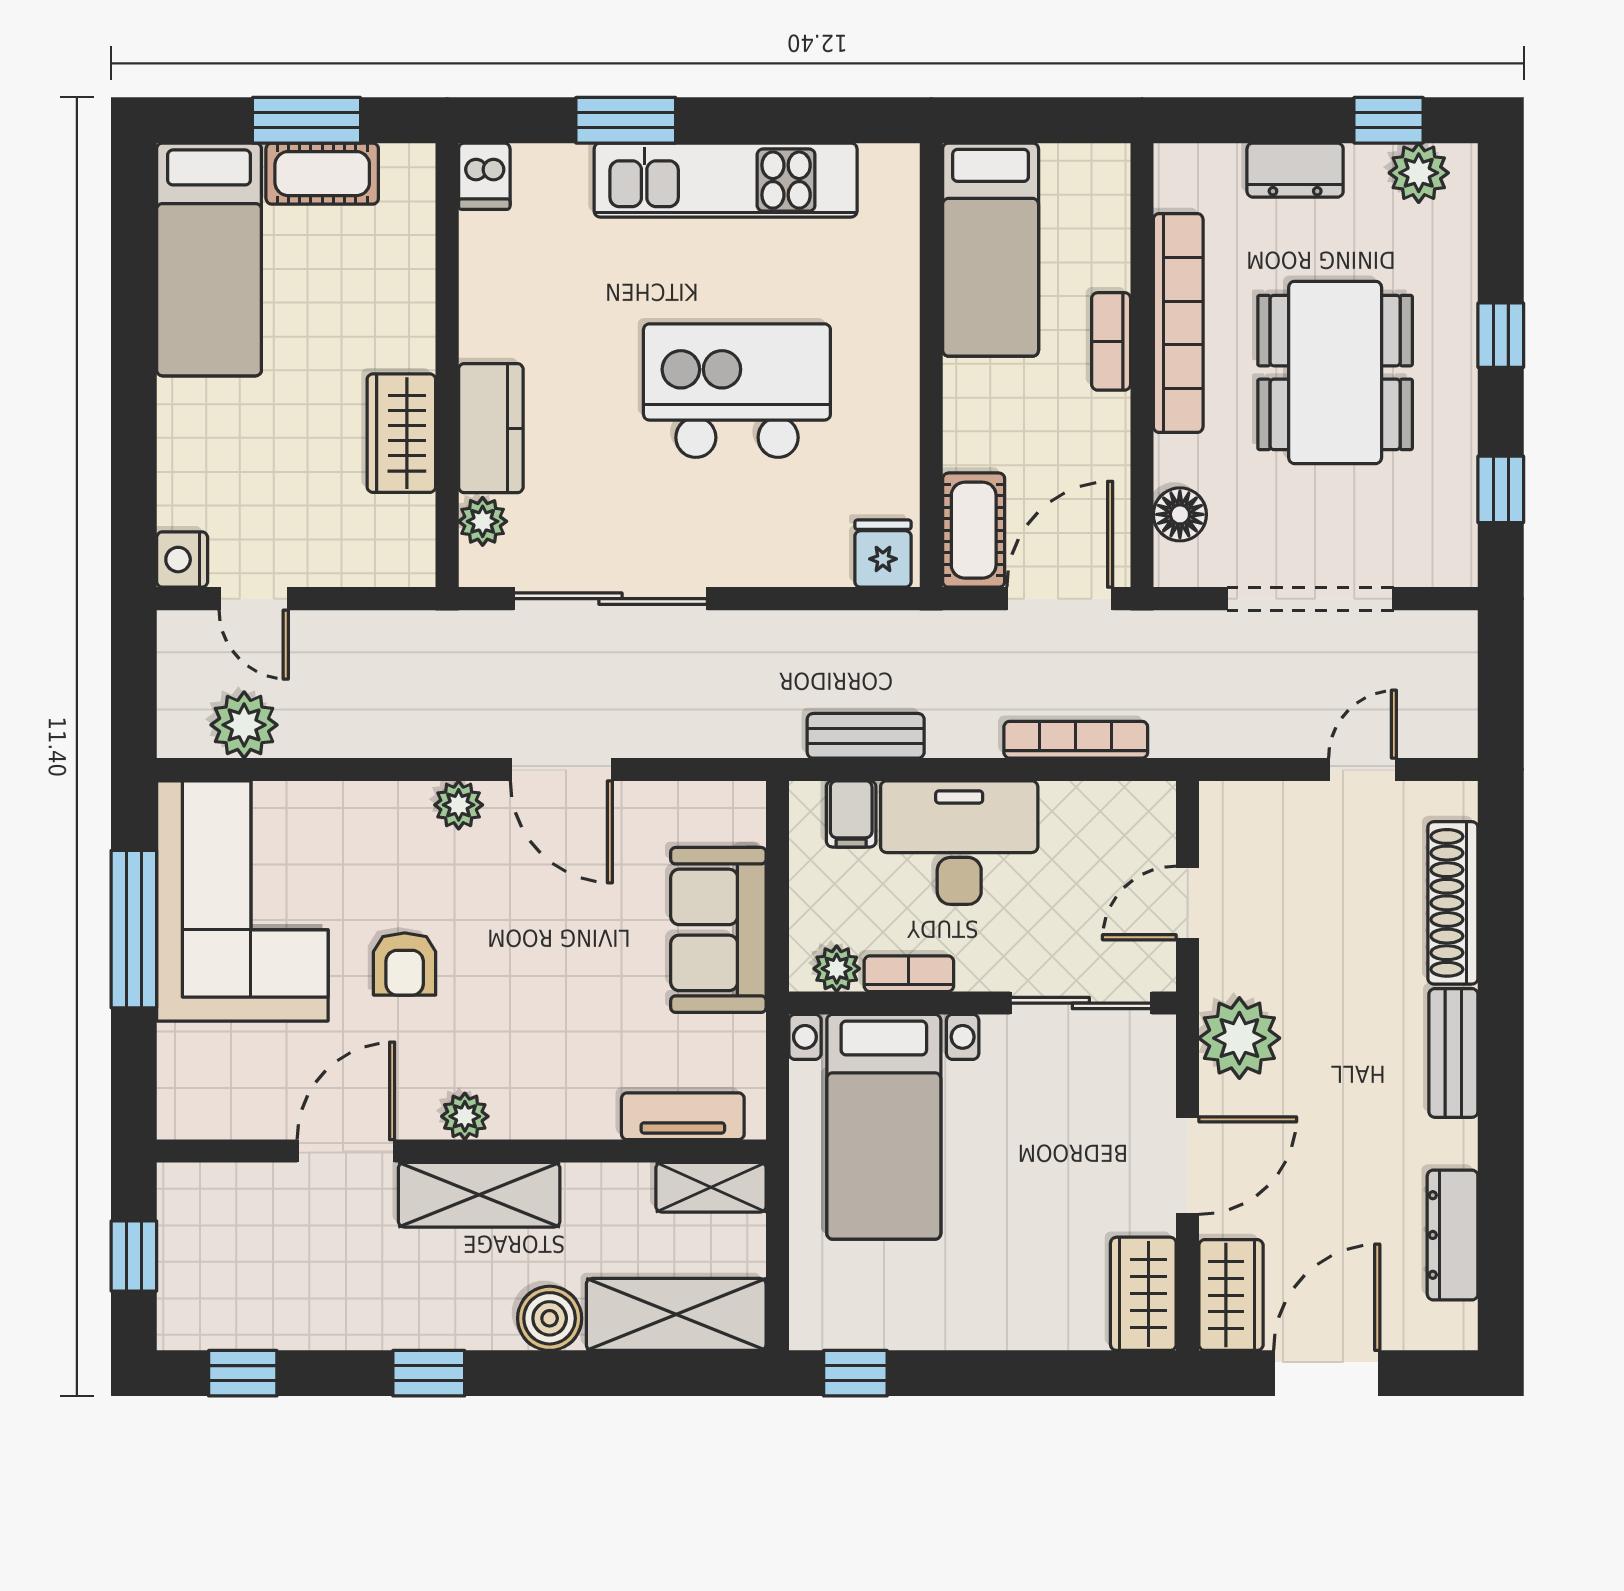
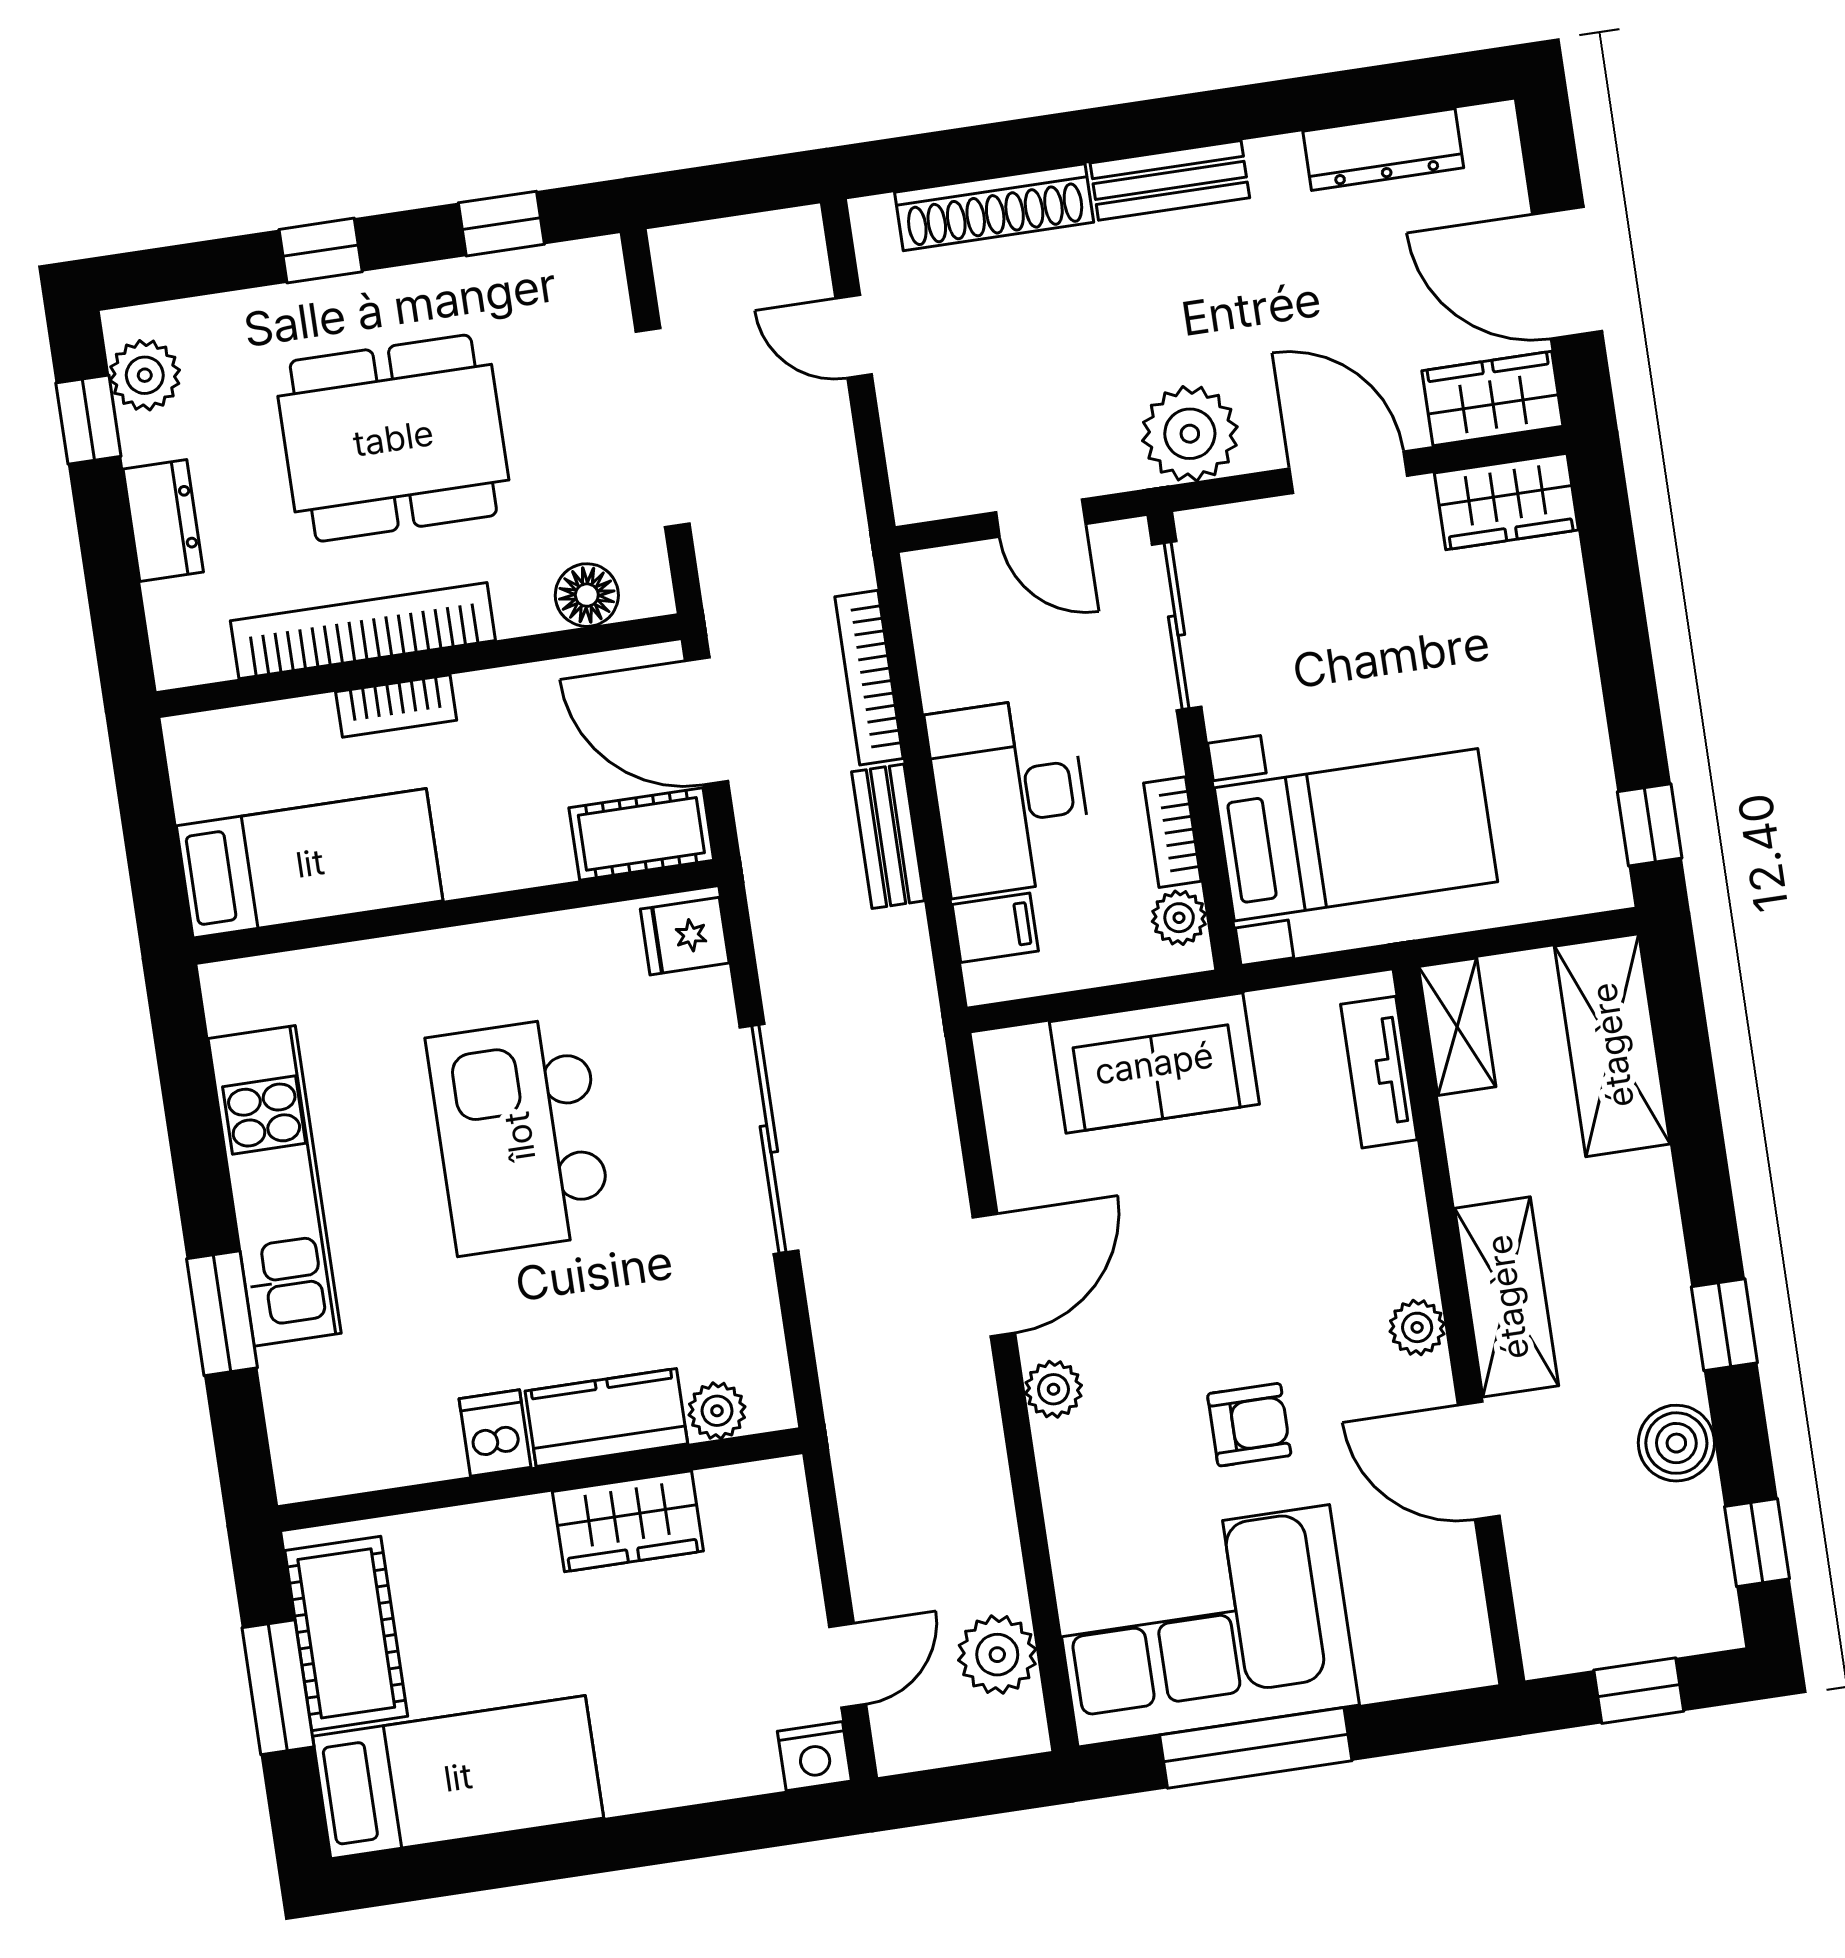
cot: (322, 174) -> (346, 1633), width x1.37, depth x1.34
dishwasher: (484, 176) -> (495, 1433), moved, turned -90
sliding door: (610, 599) -> (769, 1139), moved
bench: (866, 736) -> (888, 836), moved
boiler: (550, 1318) -> (1676, 1443), moved

